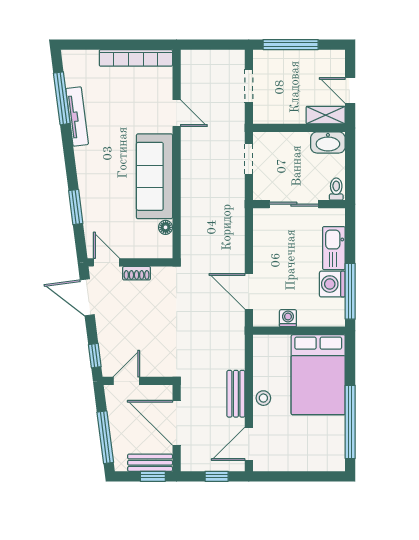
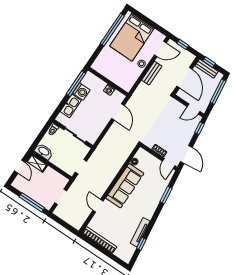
window: (62, 98) -> (141, 244), width x0.46
bed: (318, 375) -> (132, 37), moved, turned 180

